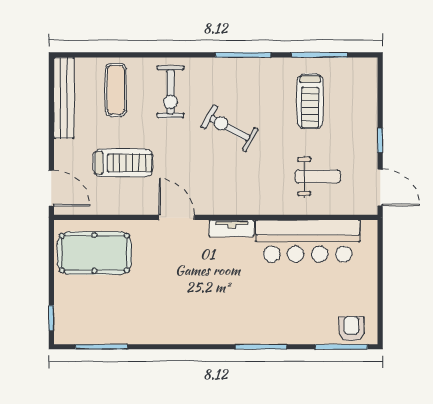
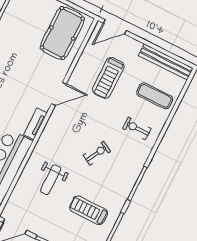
exercise bike: (170, 92) -> (137, 128), width x0.73, depth x0.72
exercise bike: (230, 128) -> (97, 153), width x0.73, depth x0.72
weight bench: (318, 177) -> (51, 180), moved

